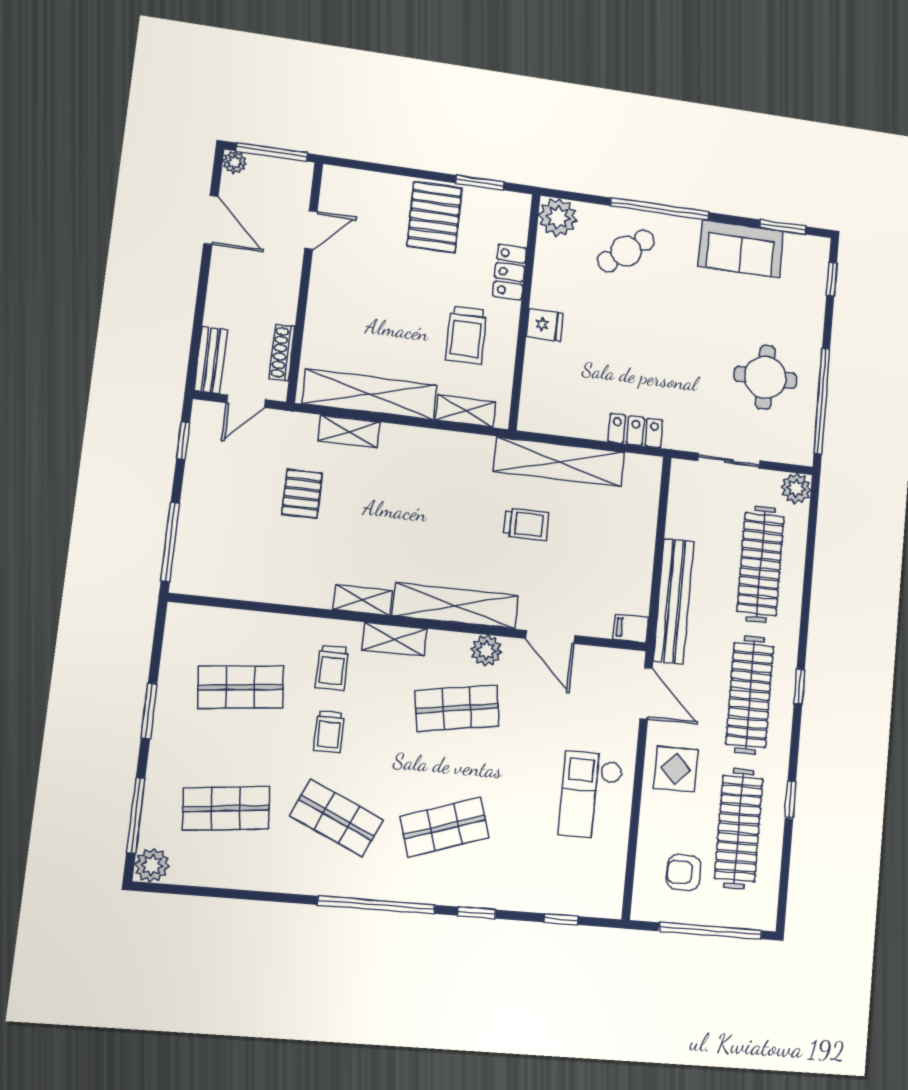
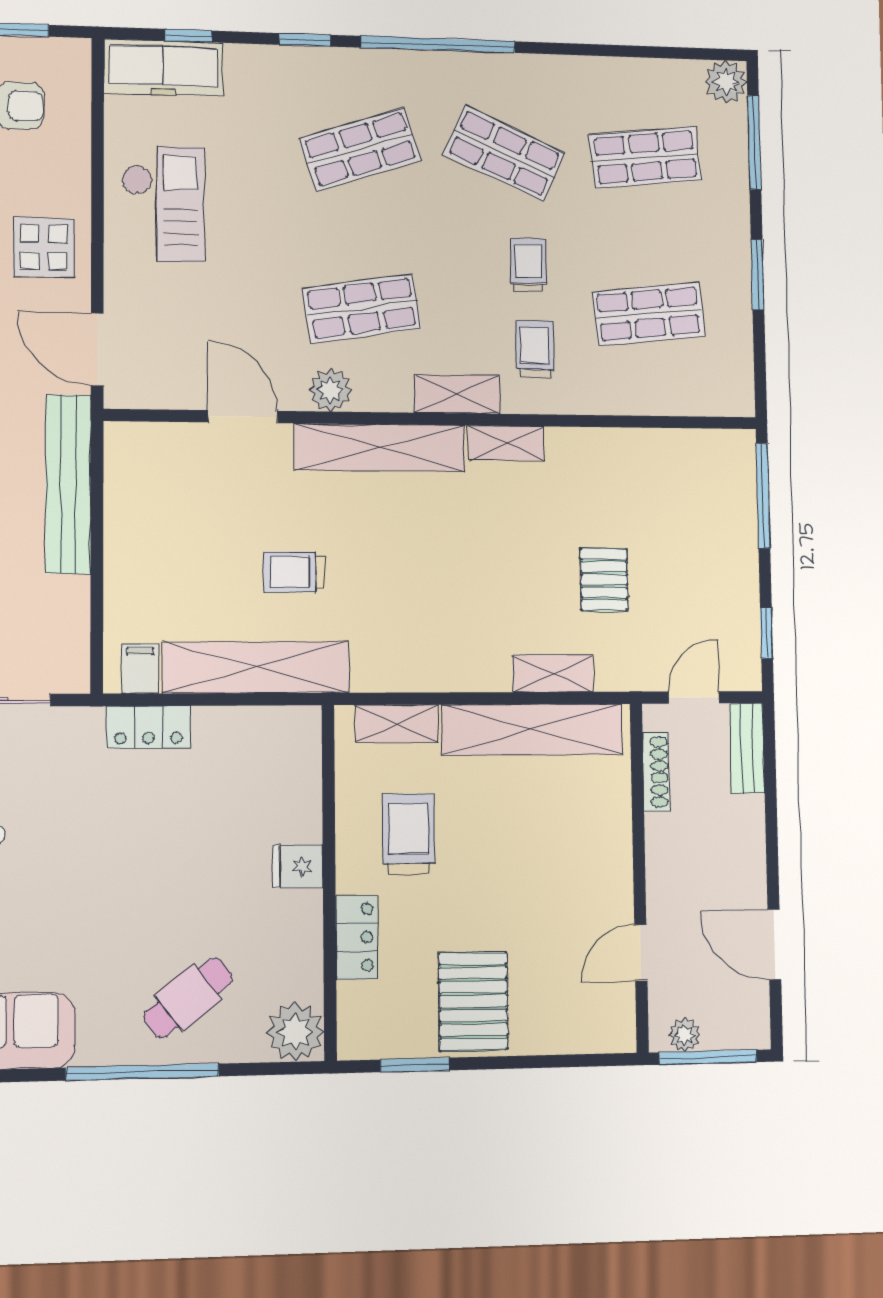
plant: (235, 162) -> (685, 1035), moved
filing cabinet: (631, 628) -> (140, 669), moved, turned -90
freezer: (581, 896) -> (164, 68), added

